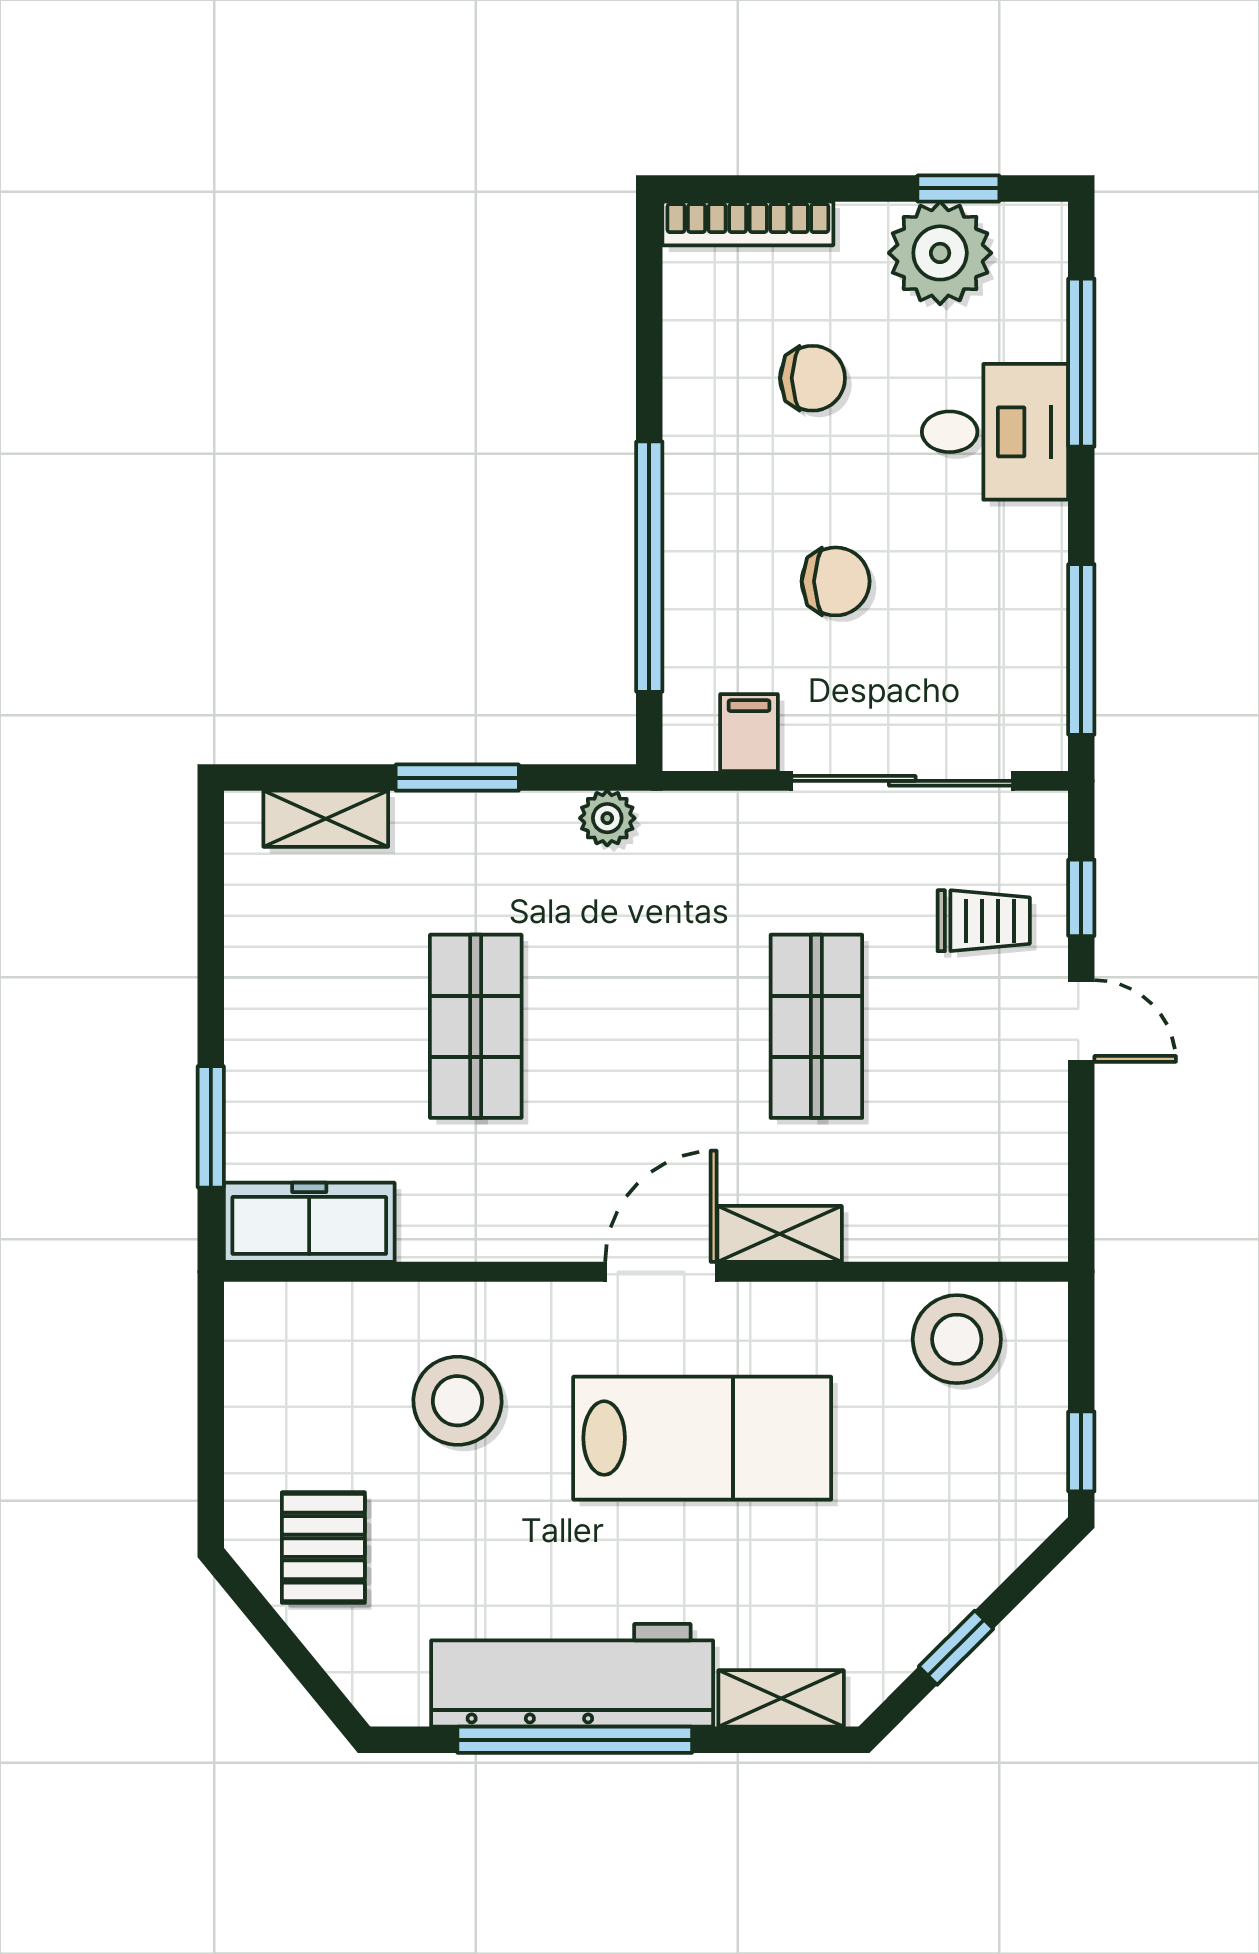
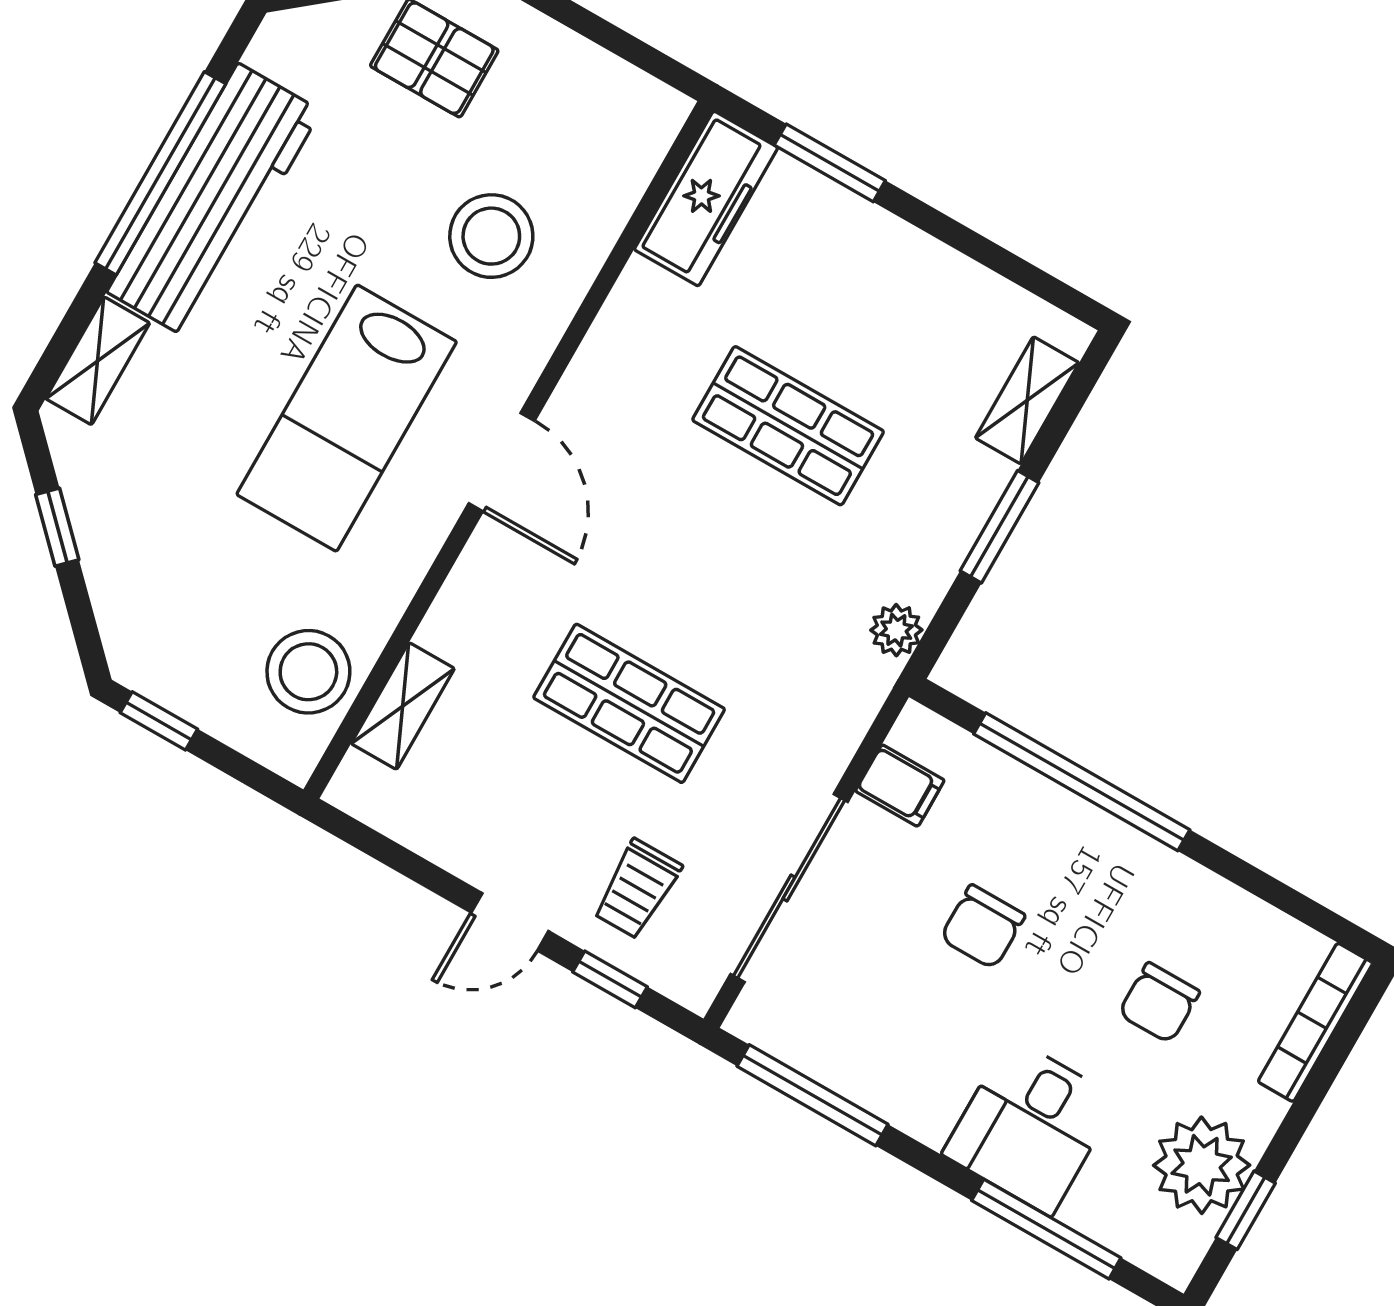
shelving: (780, 1234) -> (403, 706), moved

